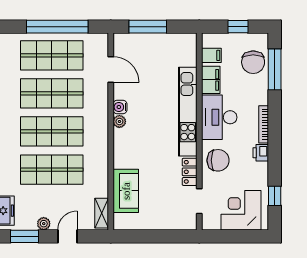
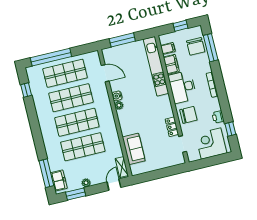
window: (57, 27) -> (51, 57), moved
kitchen unit: (188, 112) -> (156, 66), moved
printer: (261, 153) -> (218, 117), moved
door: (67, 236) -> (114, 185), moved

